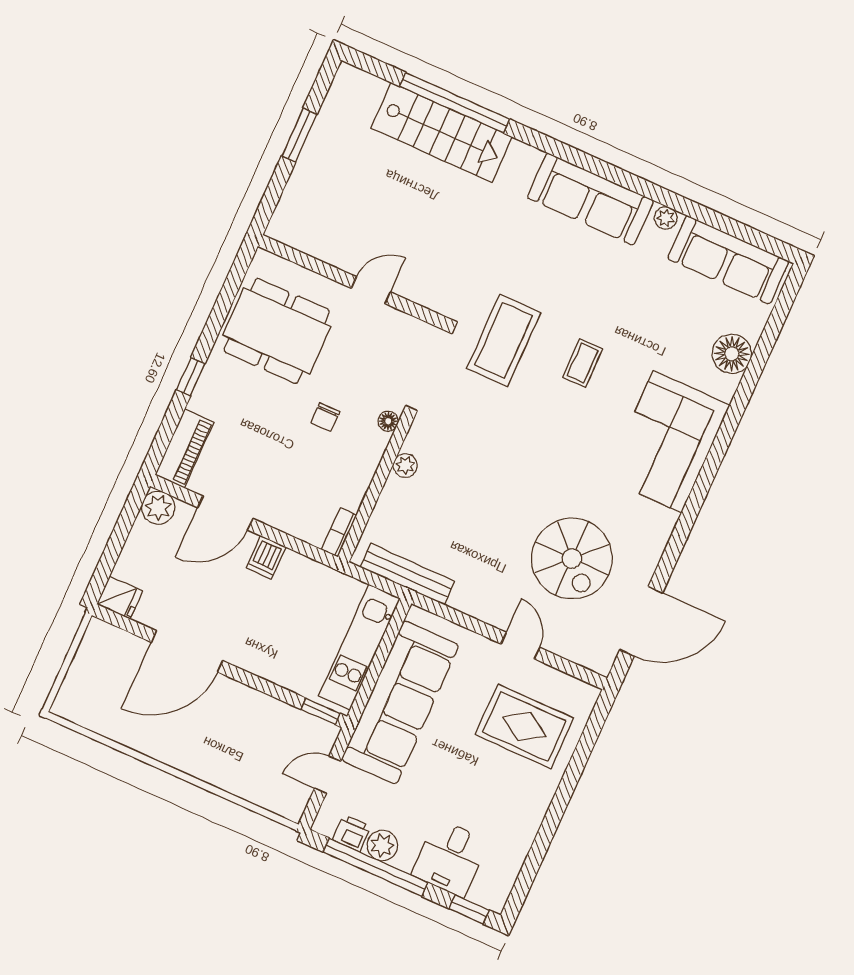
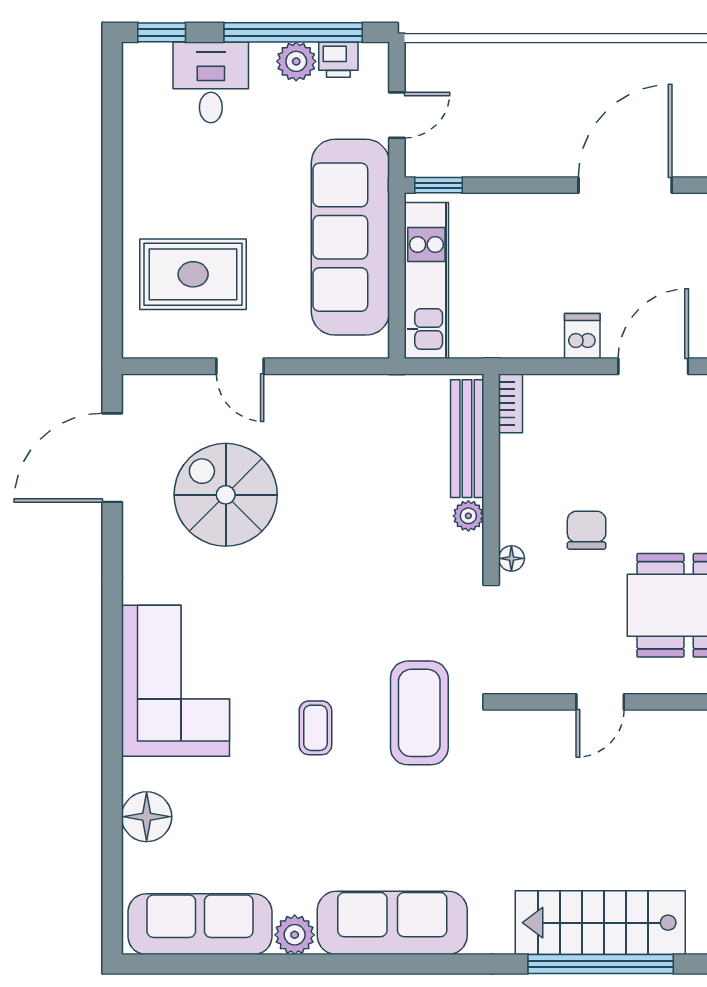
plant: (666, 218) -> (295, 935), width x1.38, depth x1.38
chair: (325, 417) -> (587, 530), width x1.37, depth x1.37
bench: (407, 574) -> (467, 439), moved, turned 90

